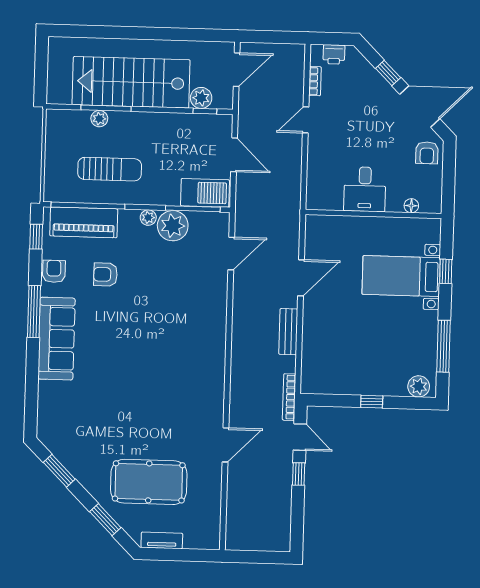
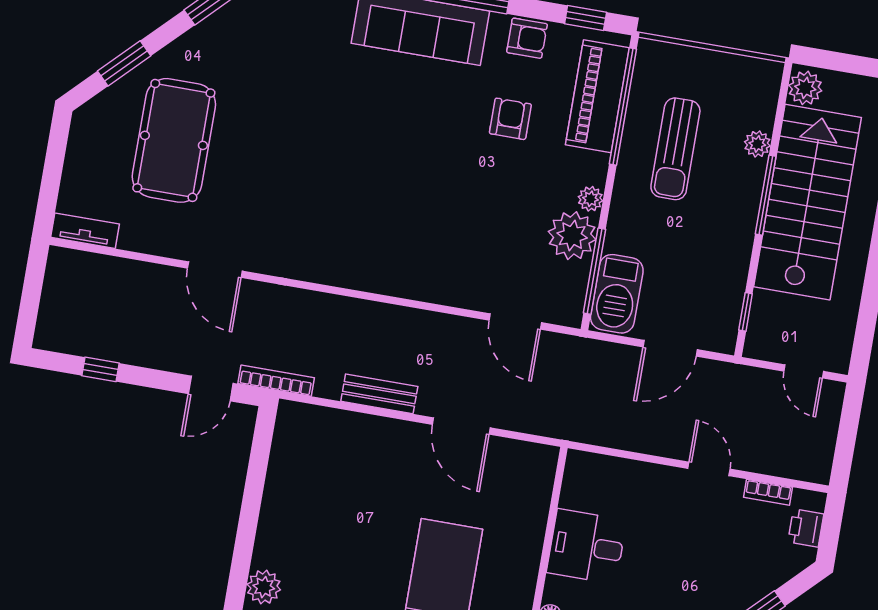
door: (237, 70) -> (804, 371), width x0.73
plant: (201, 98) -> (805, 88), moved
window: (106, 108) -> (766, 195), moved
window: (372, 402) -> (250, 510), removed
window: (299, 474) -> (101, 369), moved
tv unit: (162, 540) -> (85, 231), moved, turned -90

